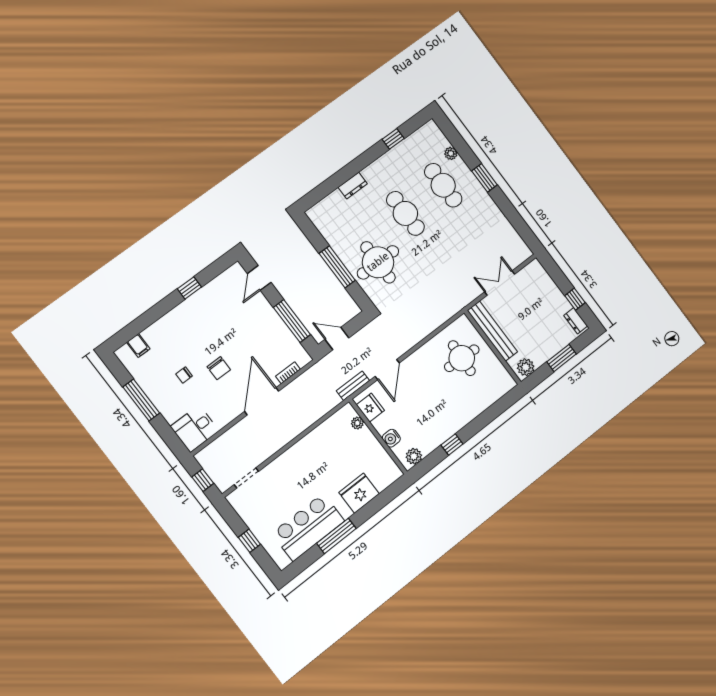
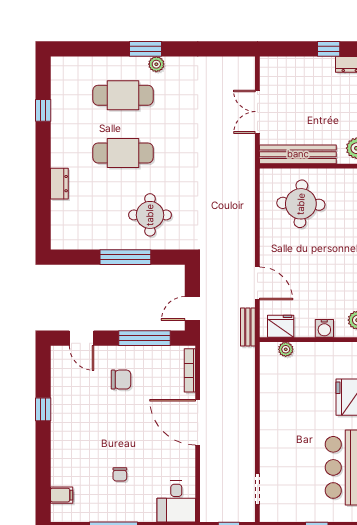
plant: (451, 153) -> (156, 64), moved
round table: (378, 262) -> (150, 215), width x0.73, depth x0.73
chair: (219, 368) -> (121, 380), moved
bookcase: (288, 373) -> (190, 370), width x1.56

